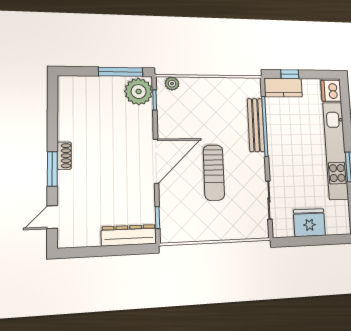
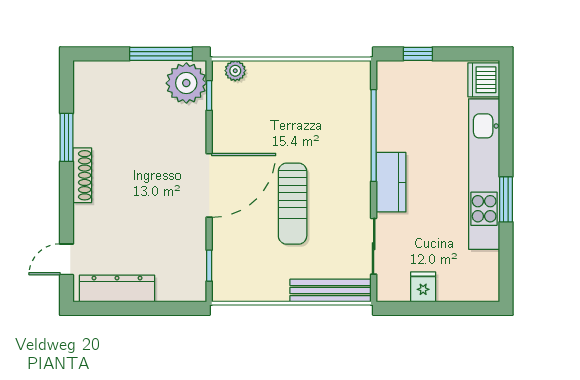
kitchen counter: (283, 87) -> (391, 182), moved, turned -90
bench: (256, 125) -> (330, 291), moved, turned 90
shoe rack: (64, 156) -> (82, 175), width x1.43
window: (52, 169) -> (66, 137), moved
fridge: (309, 223) -> (423, 287), width x0.53, depth x0.75
dresser: (129, 235) -> (117, 289), moved

